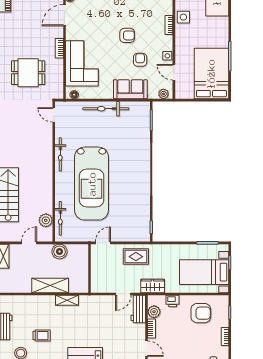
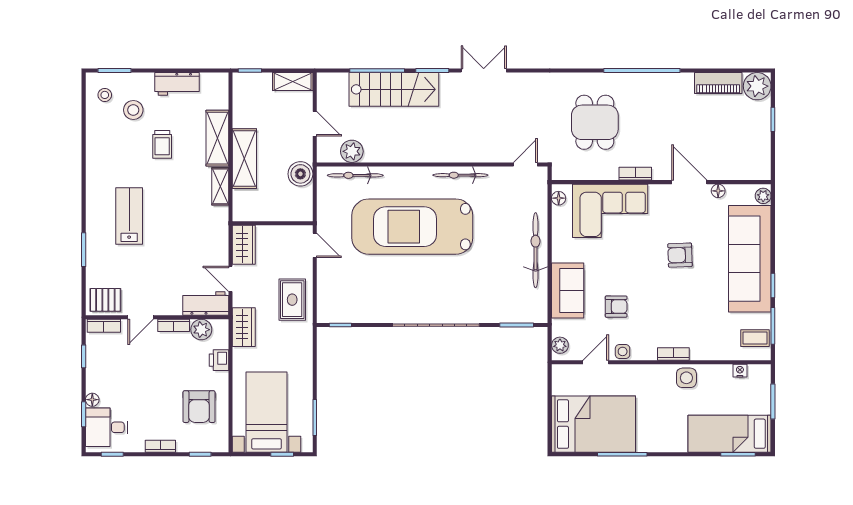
armchair: (127, 35) -> (680, 255), moved, turned 88
wardrobe: (103, 286) -> (244, 245), added
shelving: (38, 302) -> (217, 138), added

